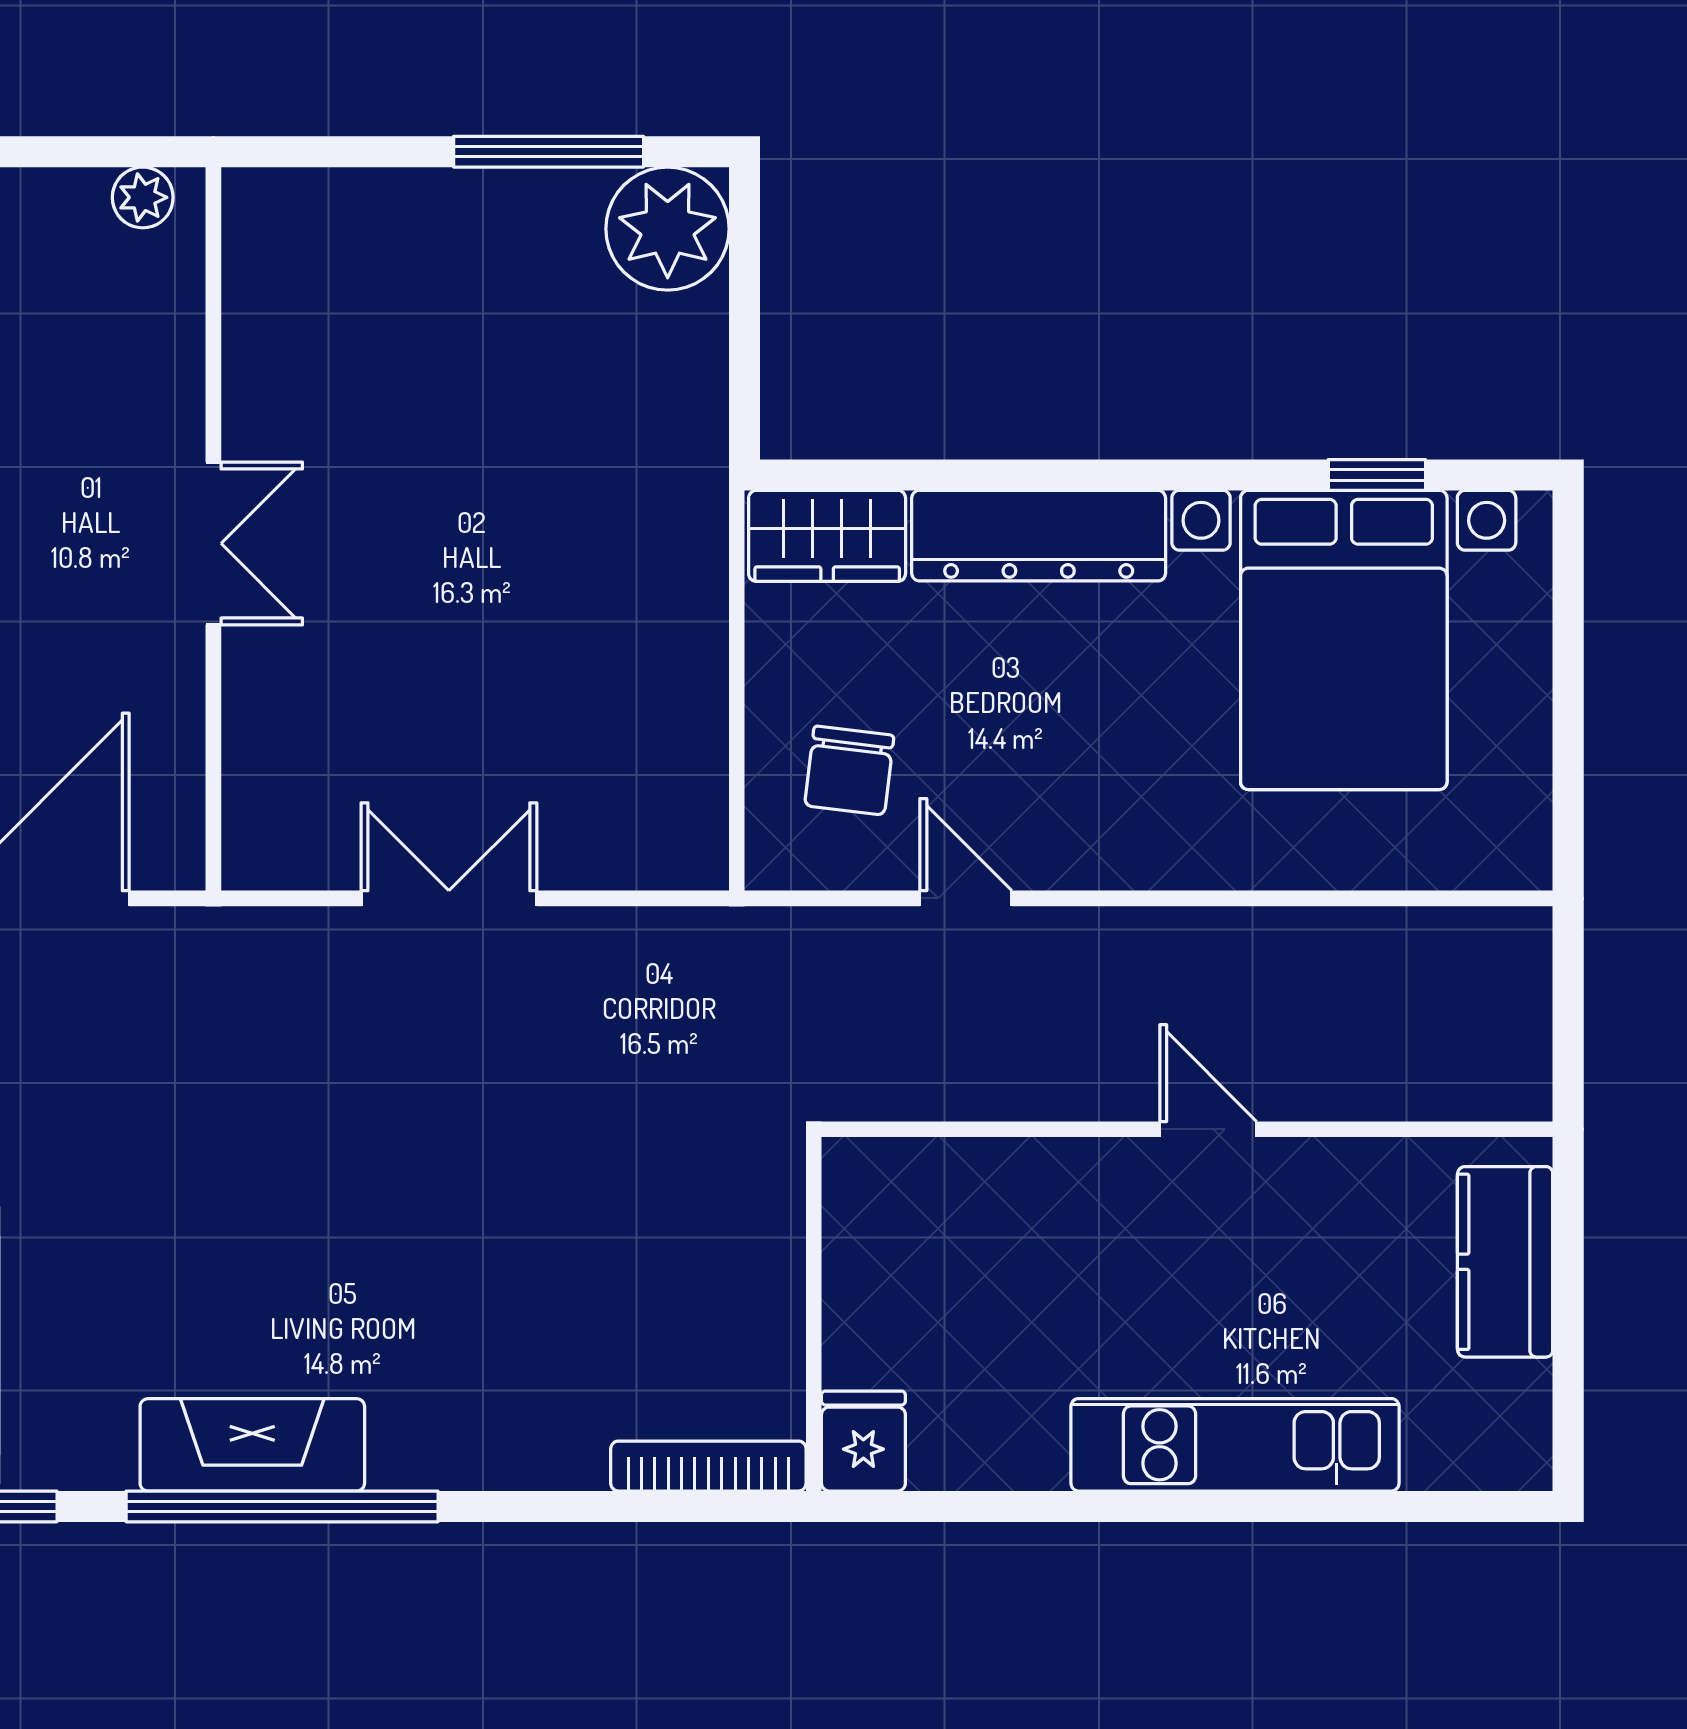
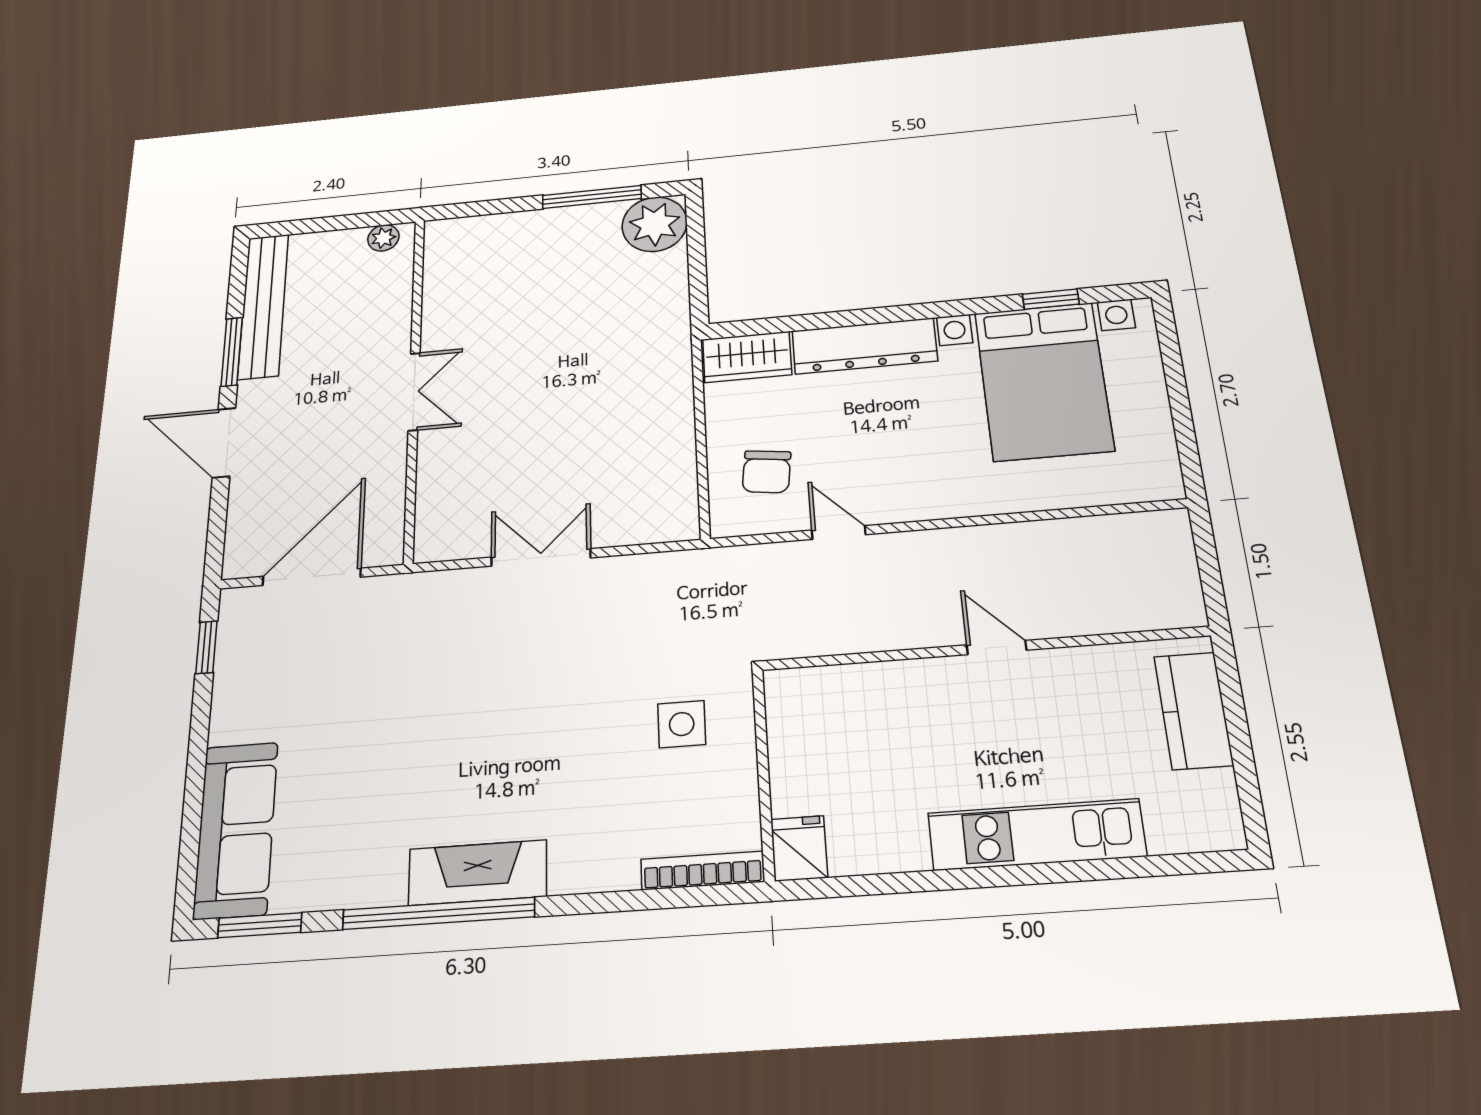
side table: (684, 1220) -> (682, 724), added
fireplace: (252, 1445) -> (478, 873), moved

